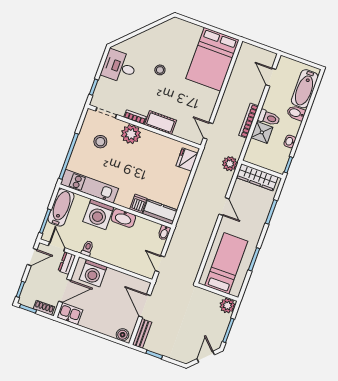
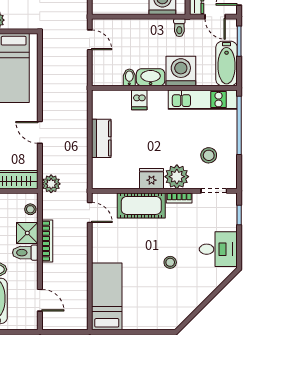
bed: (212, 59) -> (107, 296), width x0.67
cot: (160, 123) -> (141, 205), width x1.37, depth x1.34
stool: (253, 150) -> (30, 209), added
fridge: (187, 160) -> (151, 179), moved, turned -90
kitchen counter: (160, 212) -> (101, 138), moved, turned -90
bidet: (164, 233) -> (129, 77), moved

